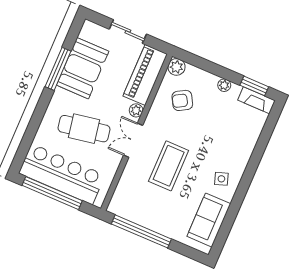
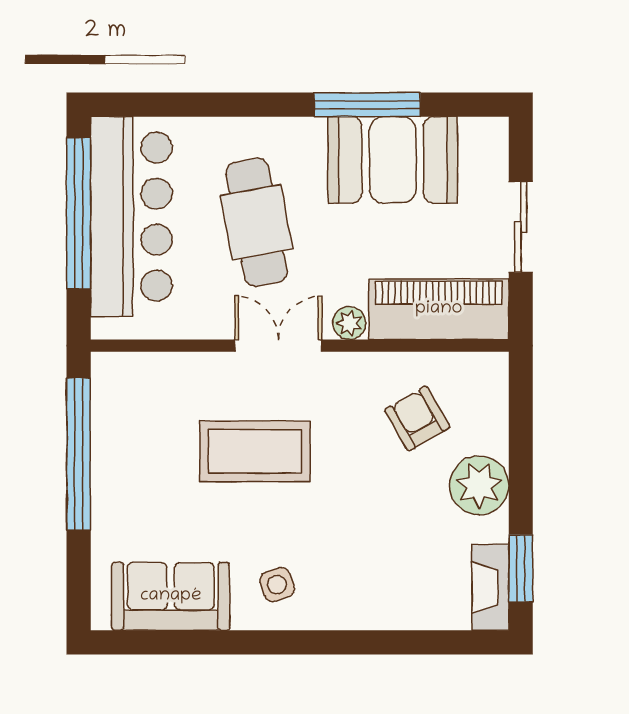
plant: (177, 67) -> (488, 373), removed
plant: (224, 85) -> (479, 485), width x1.88, depth x1.88

